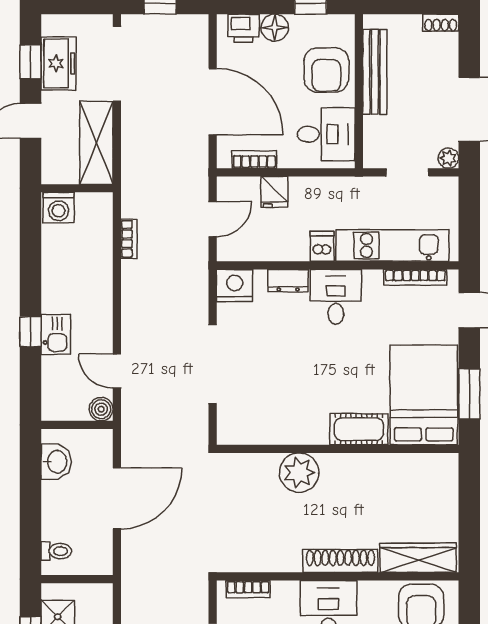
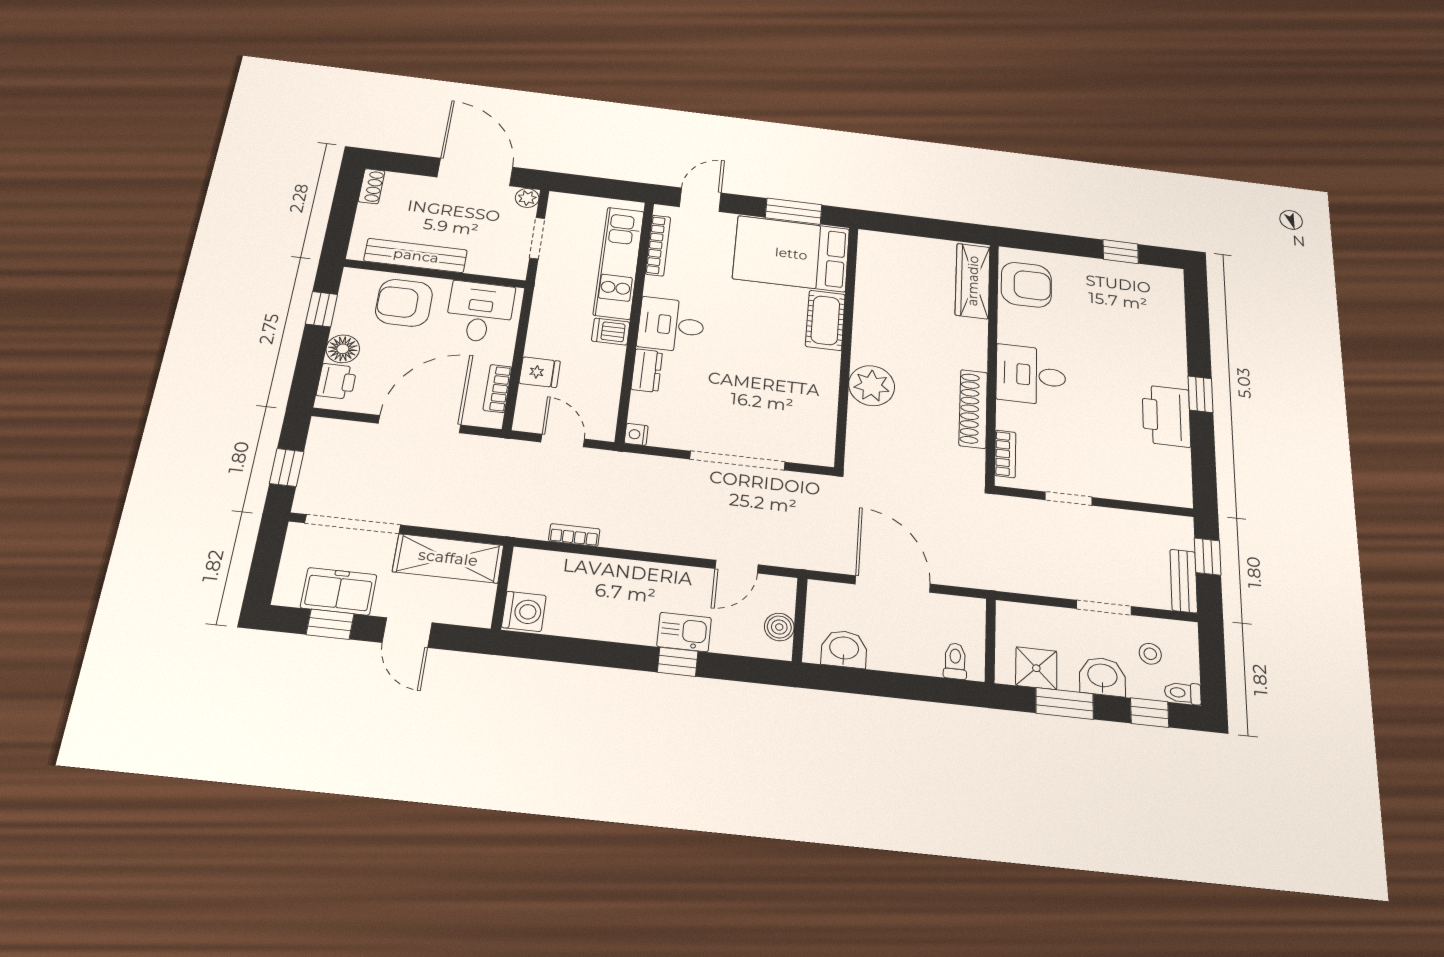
armchair: (326, 70) -> (404, 303), turned 180
nightstand: (235, 286) -> (636, 434), width x0.53, depth x0.56
boiler: (101, 409) -> (779, 627), moved
shoe rack: (340, 561) -> (973, 409), moved

